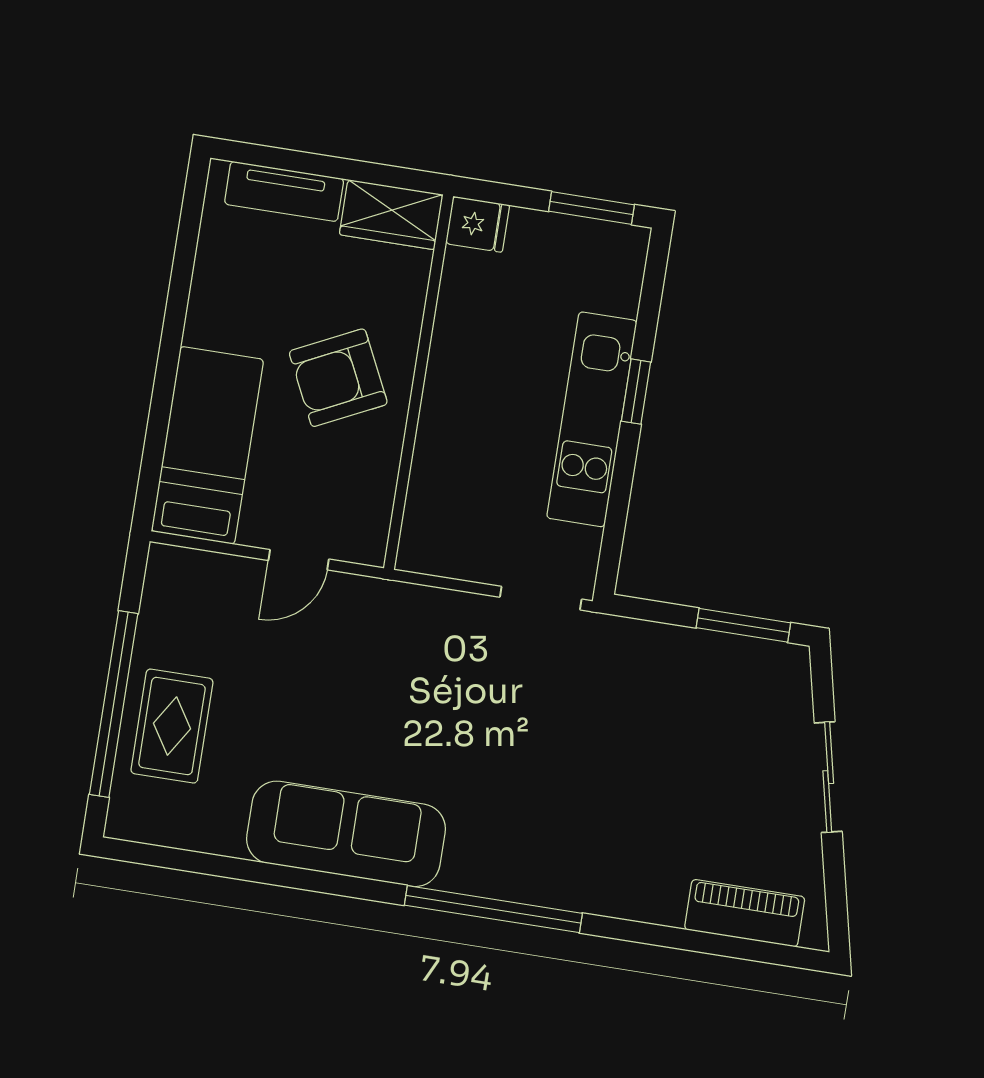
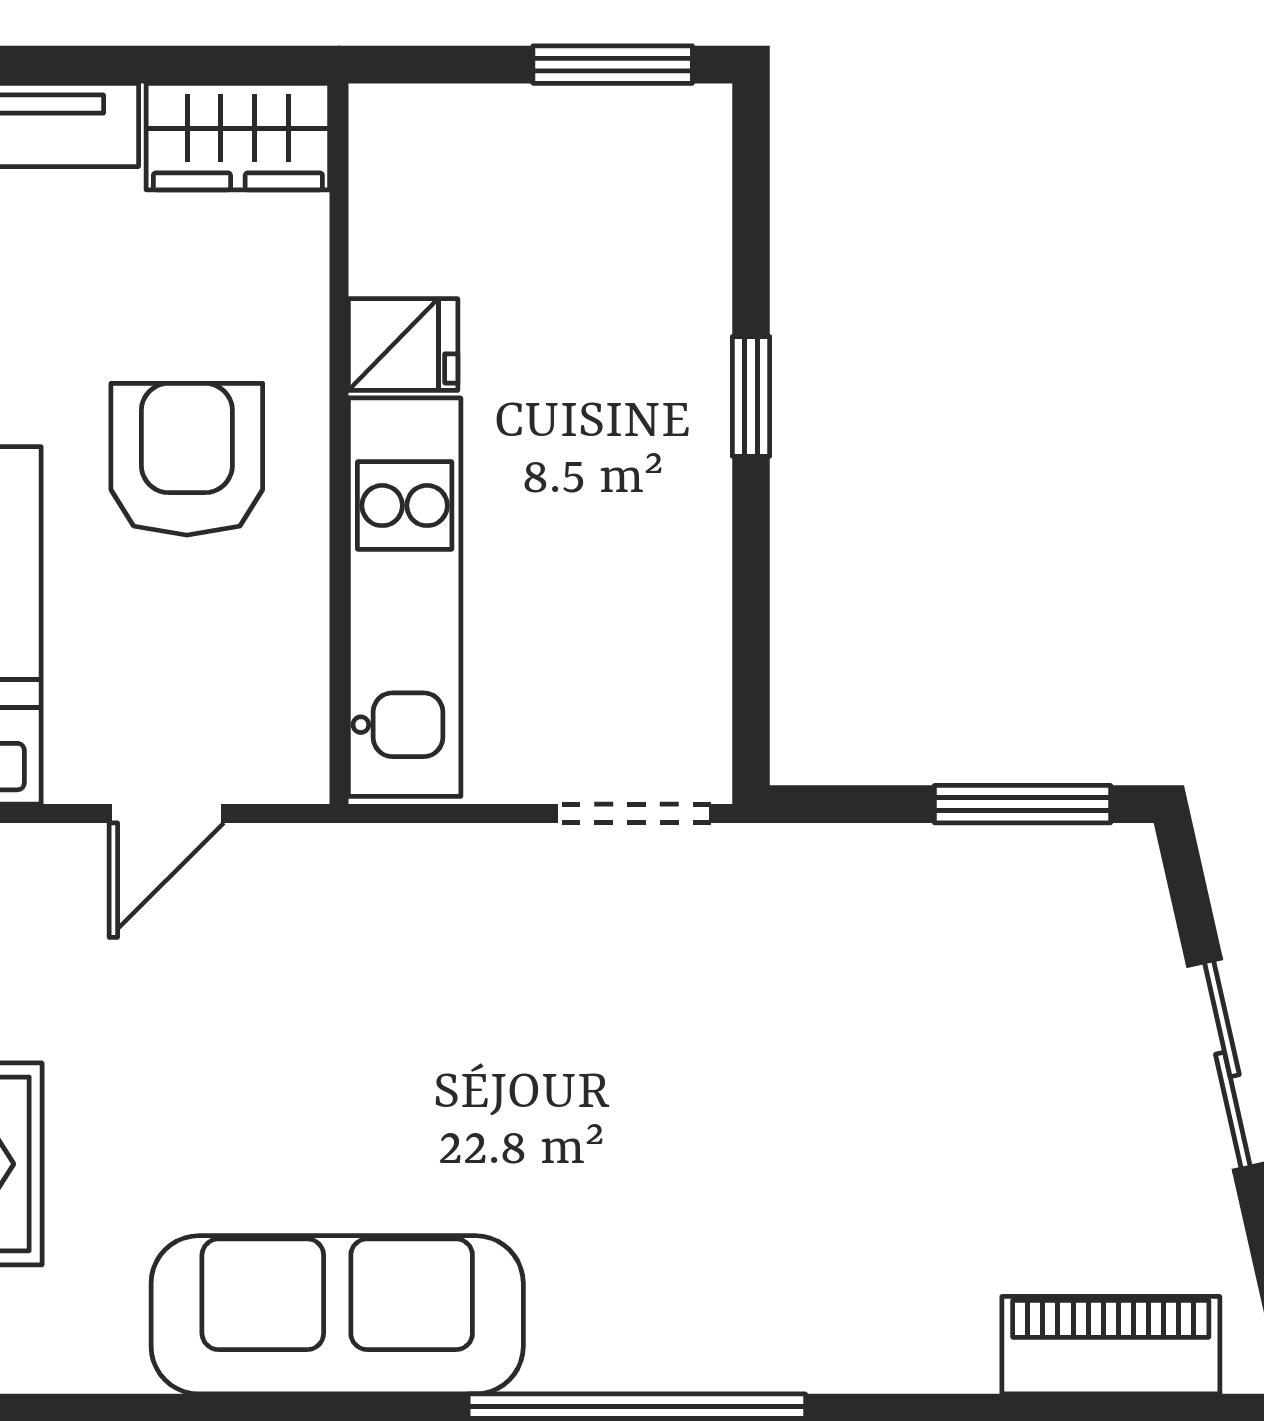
fridge: (478, 224) -> (403, 345), moved
armchair: (338, 378) -> (187, 459), turned 116
kitchen unit: (592, 419) -> (405, 597), moved, turned 180

